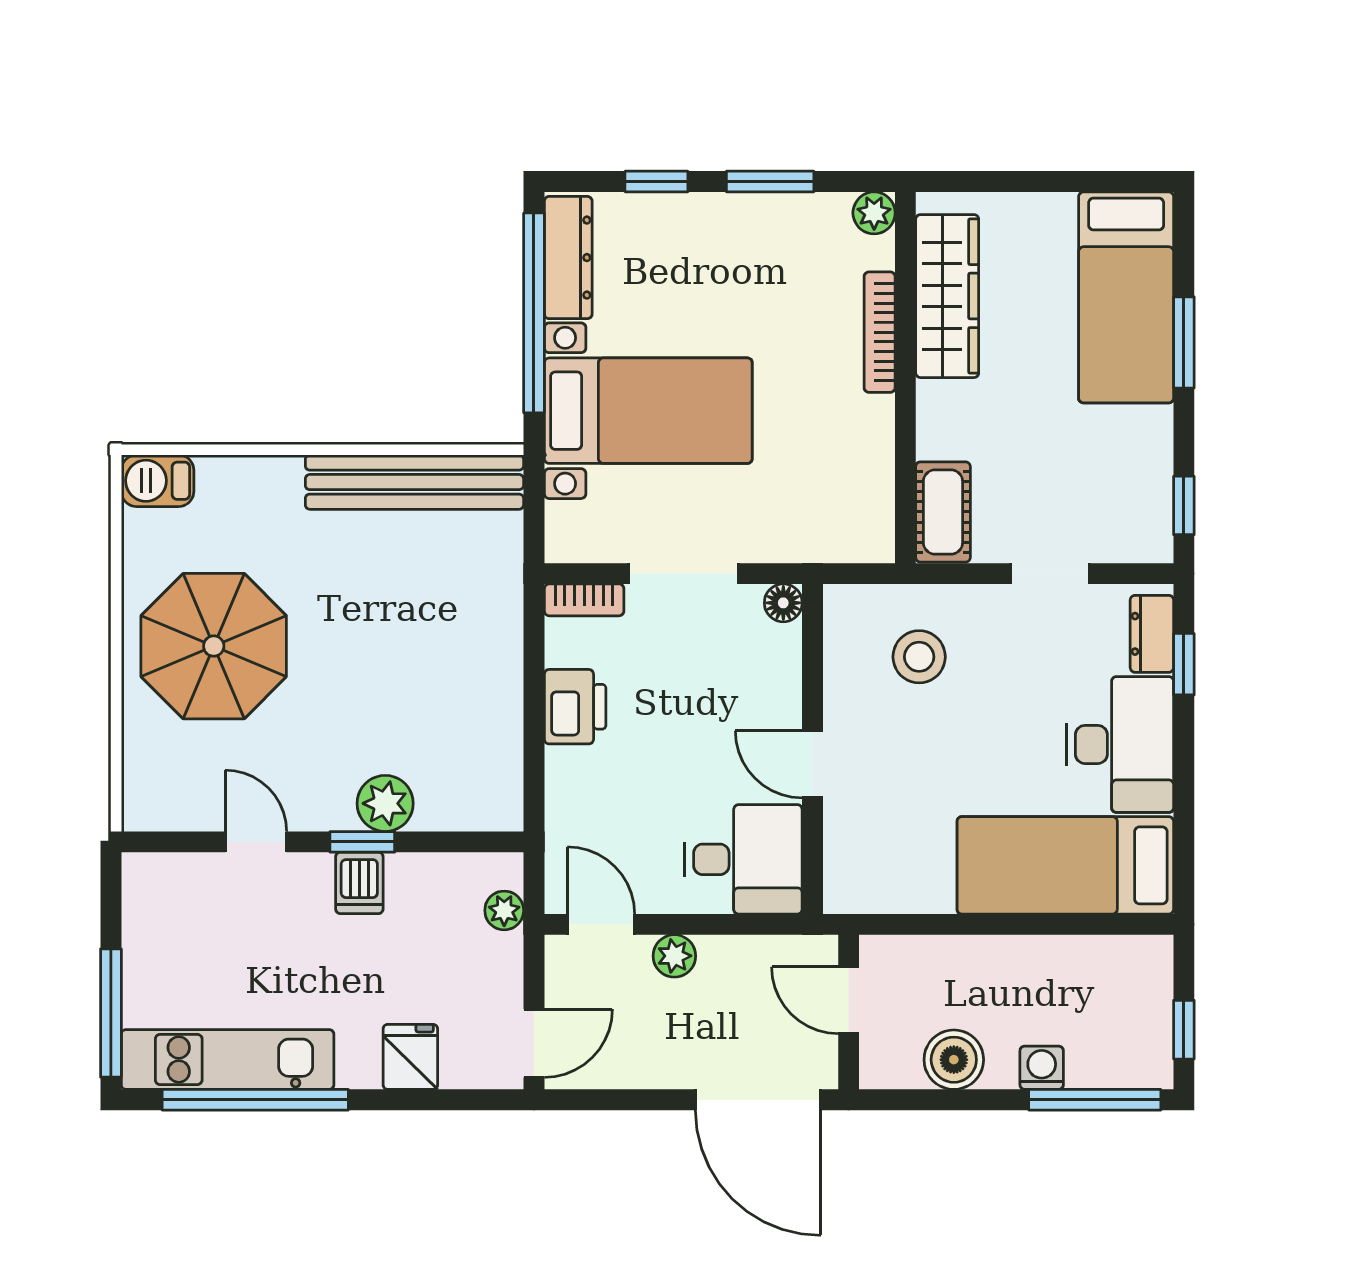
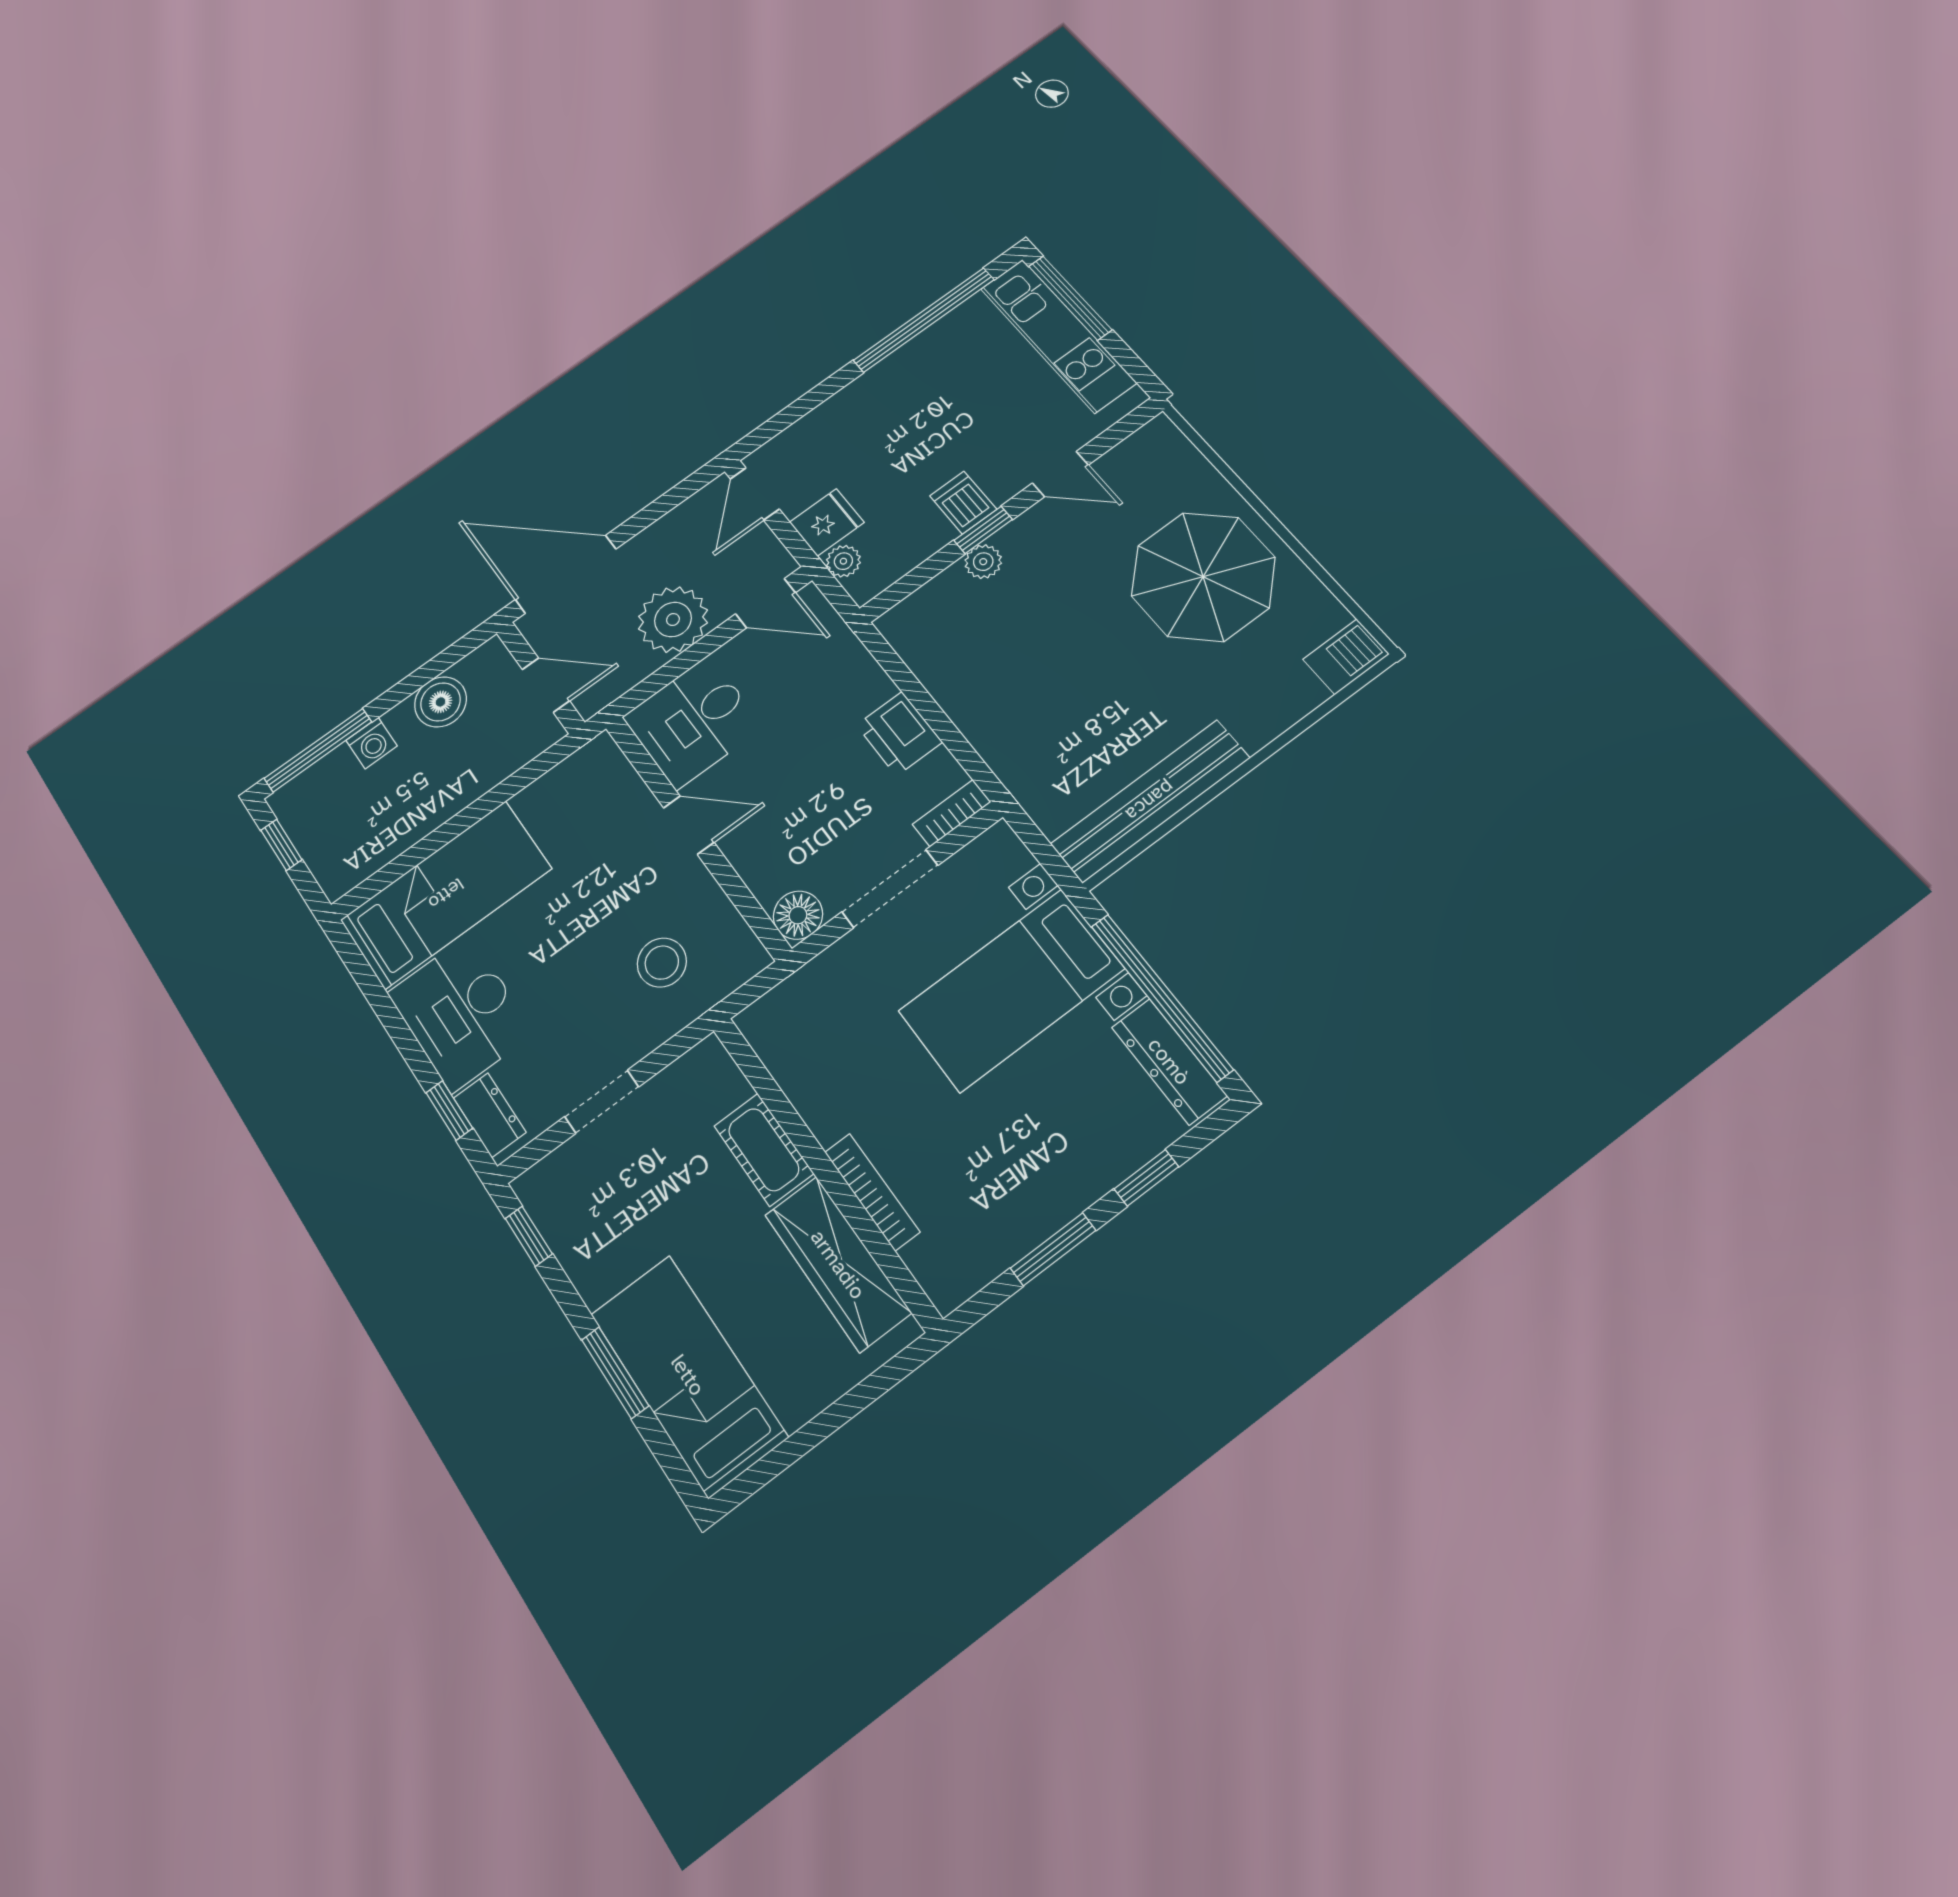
plant: (874, 213) -> (948, 1288), removed
cot: (943, 512) -> (764, 1150), moved
floor lamp: (783, 603) -> (798, 915), width x1.37, depth x1.37
plant: (385, 803) -> (983, 562), width x0.73, depth x0.73
plant: (674, 956) -> (673, 620), width x1.88, depth x1.88
fridge: (410, 1057) -> (827, 522), moved, turned -90
kitchen unit: (228, 1059) -> (1058, 335), moved, turned 90

